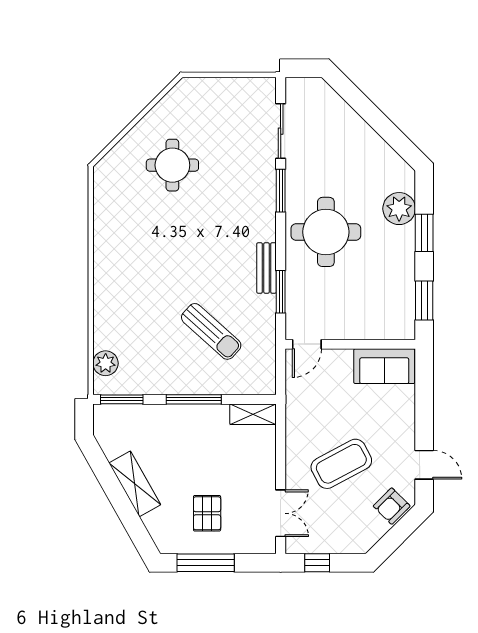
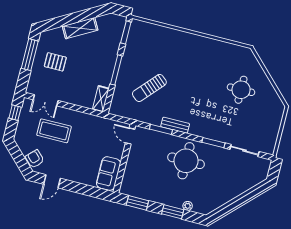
plant: (399, 209) -> (188, 206), width x0.53, depth x0.53
plant: (106, 363) -> (147, 29), removed
coffee table: (341, 464) -> (54, 131), moved, turned -62

